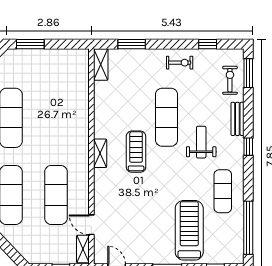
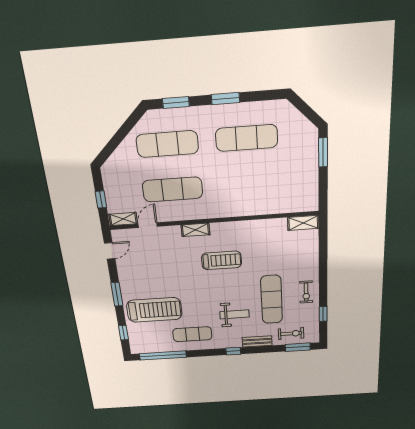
window: (132, 44) -> (323, 250), removed
exercise mat: (166, 117) -> (272, 300), moved, turned 90
shelving: (100, 153) -> (195, 230), moved

